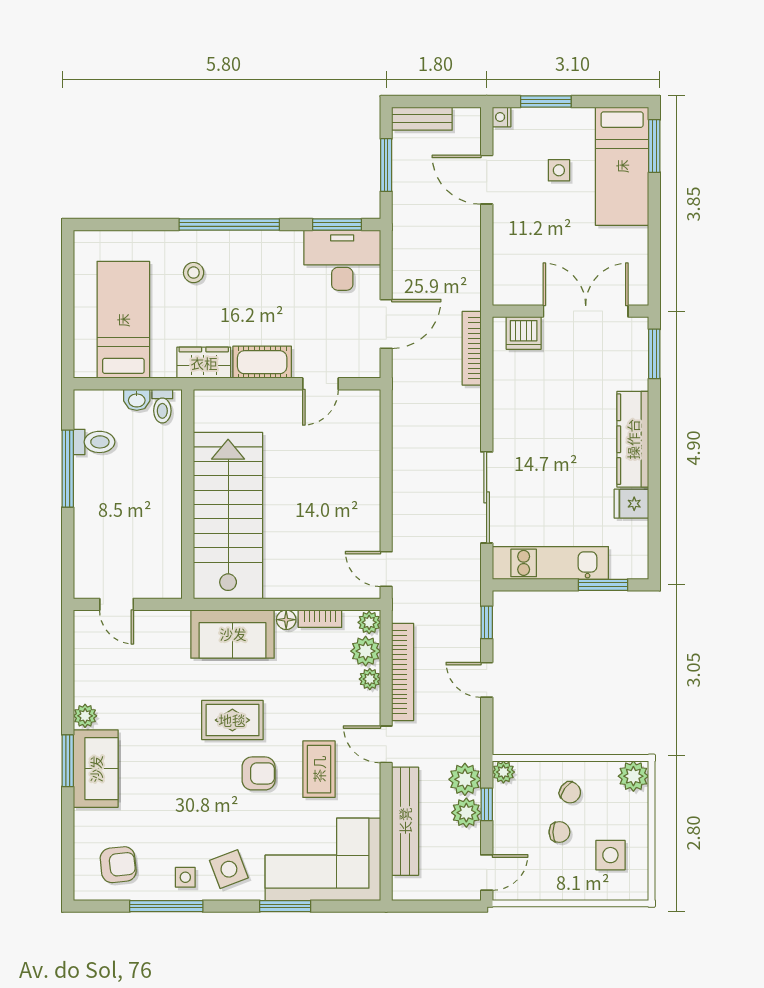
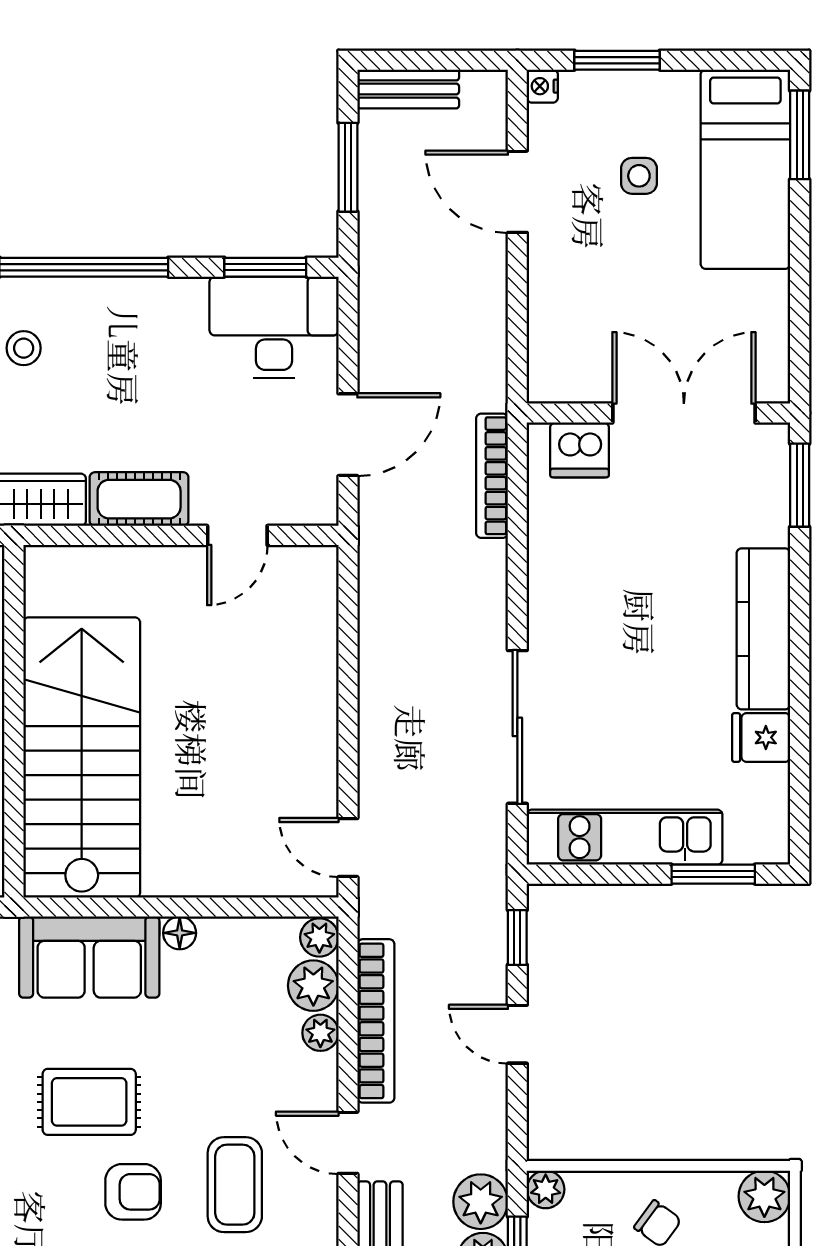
bookcase: (320, 619) -> (236, 931), removed

